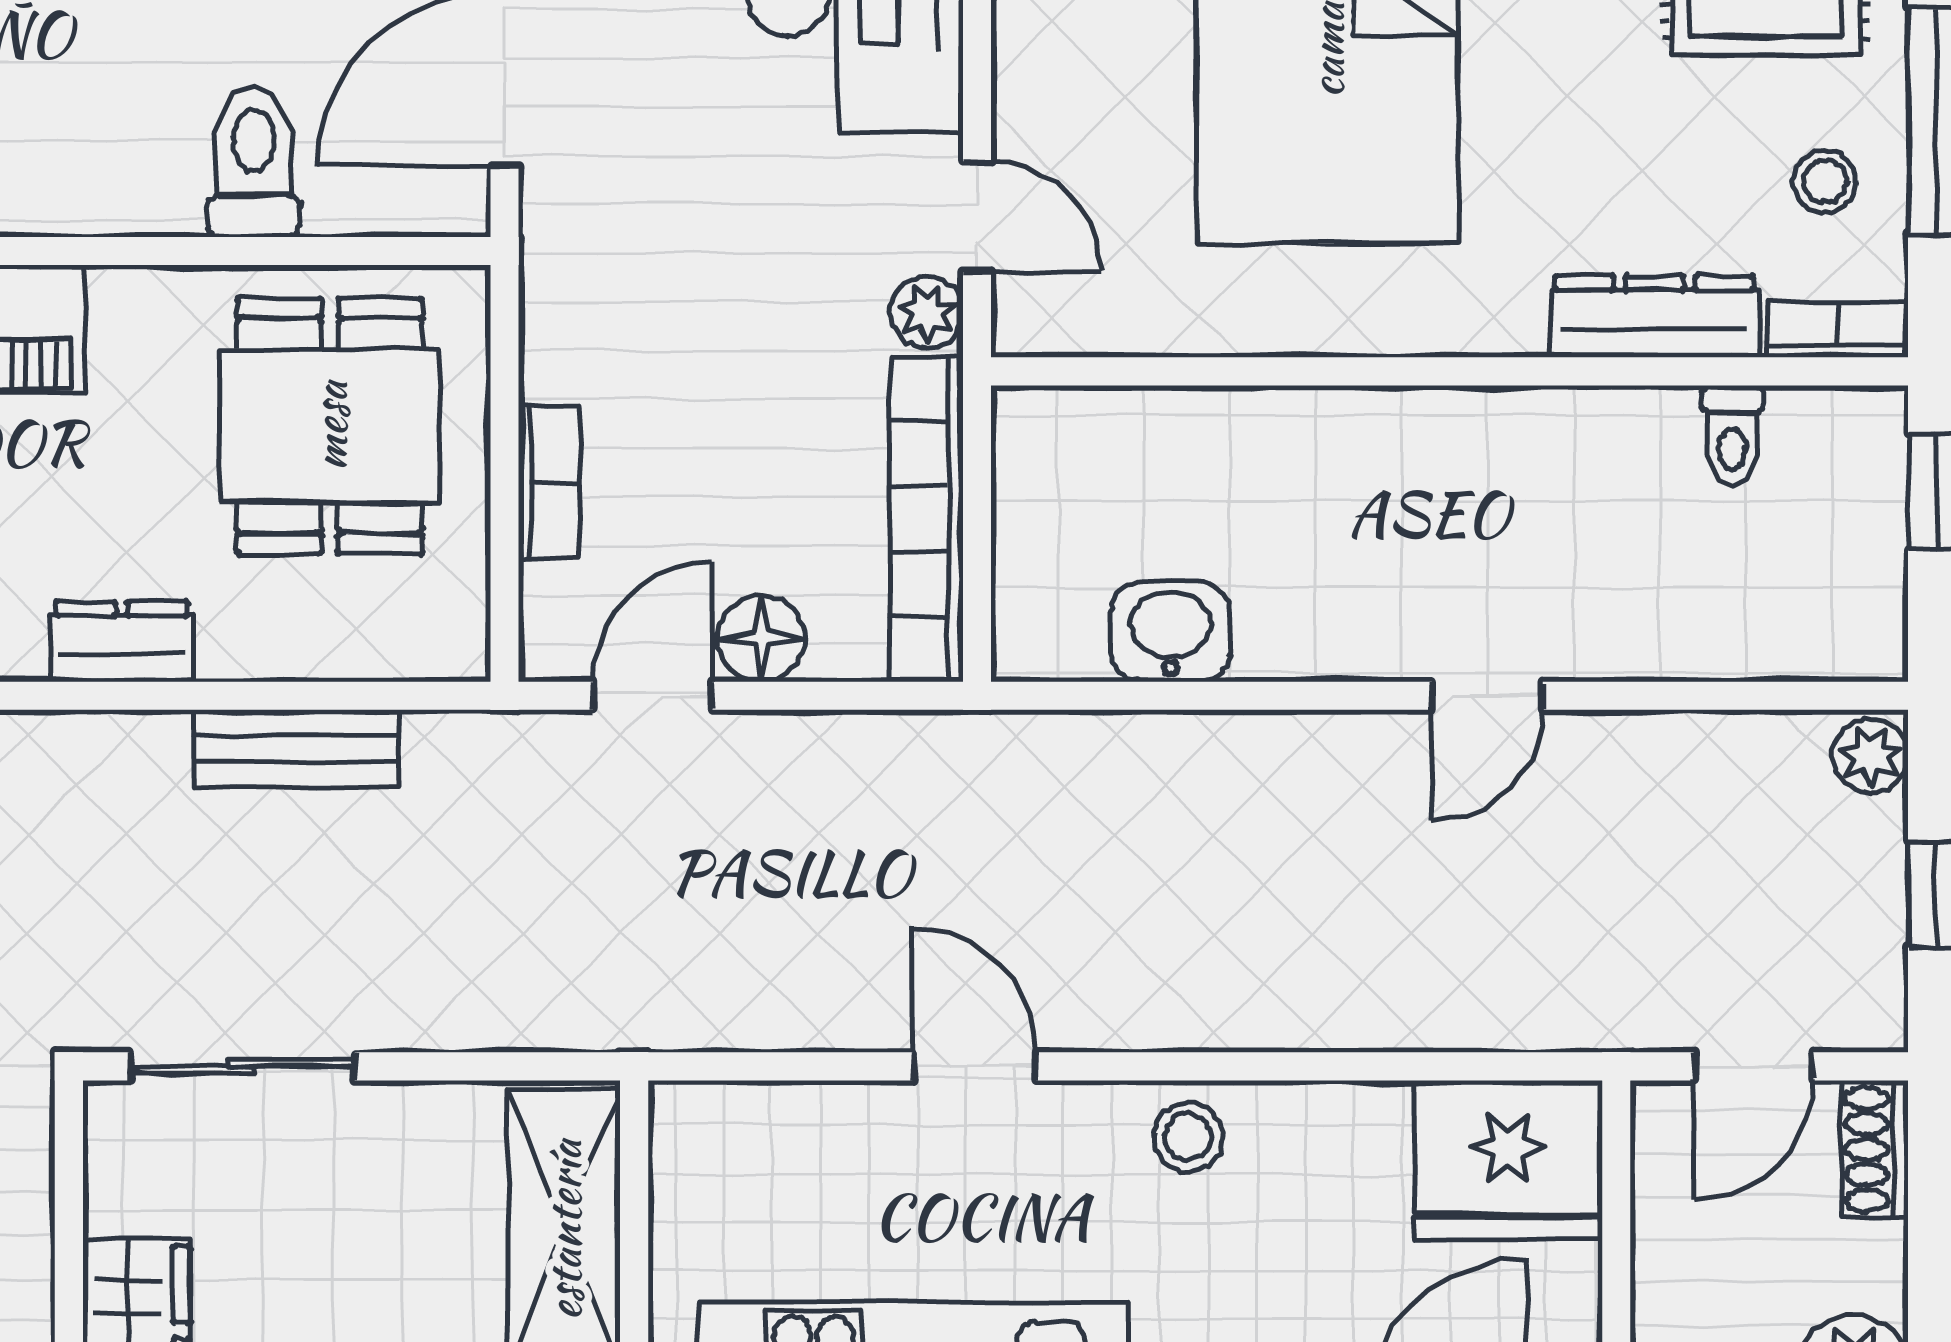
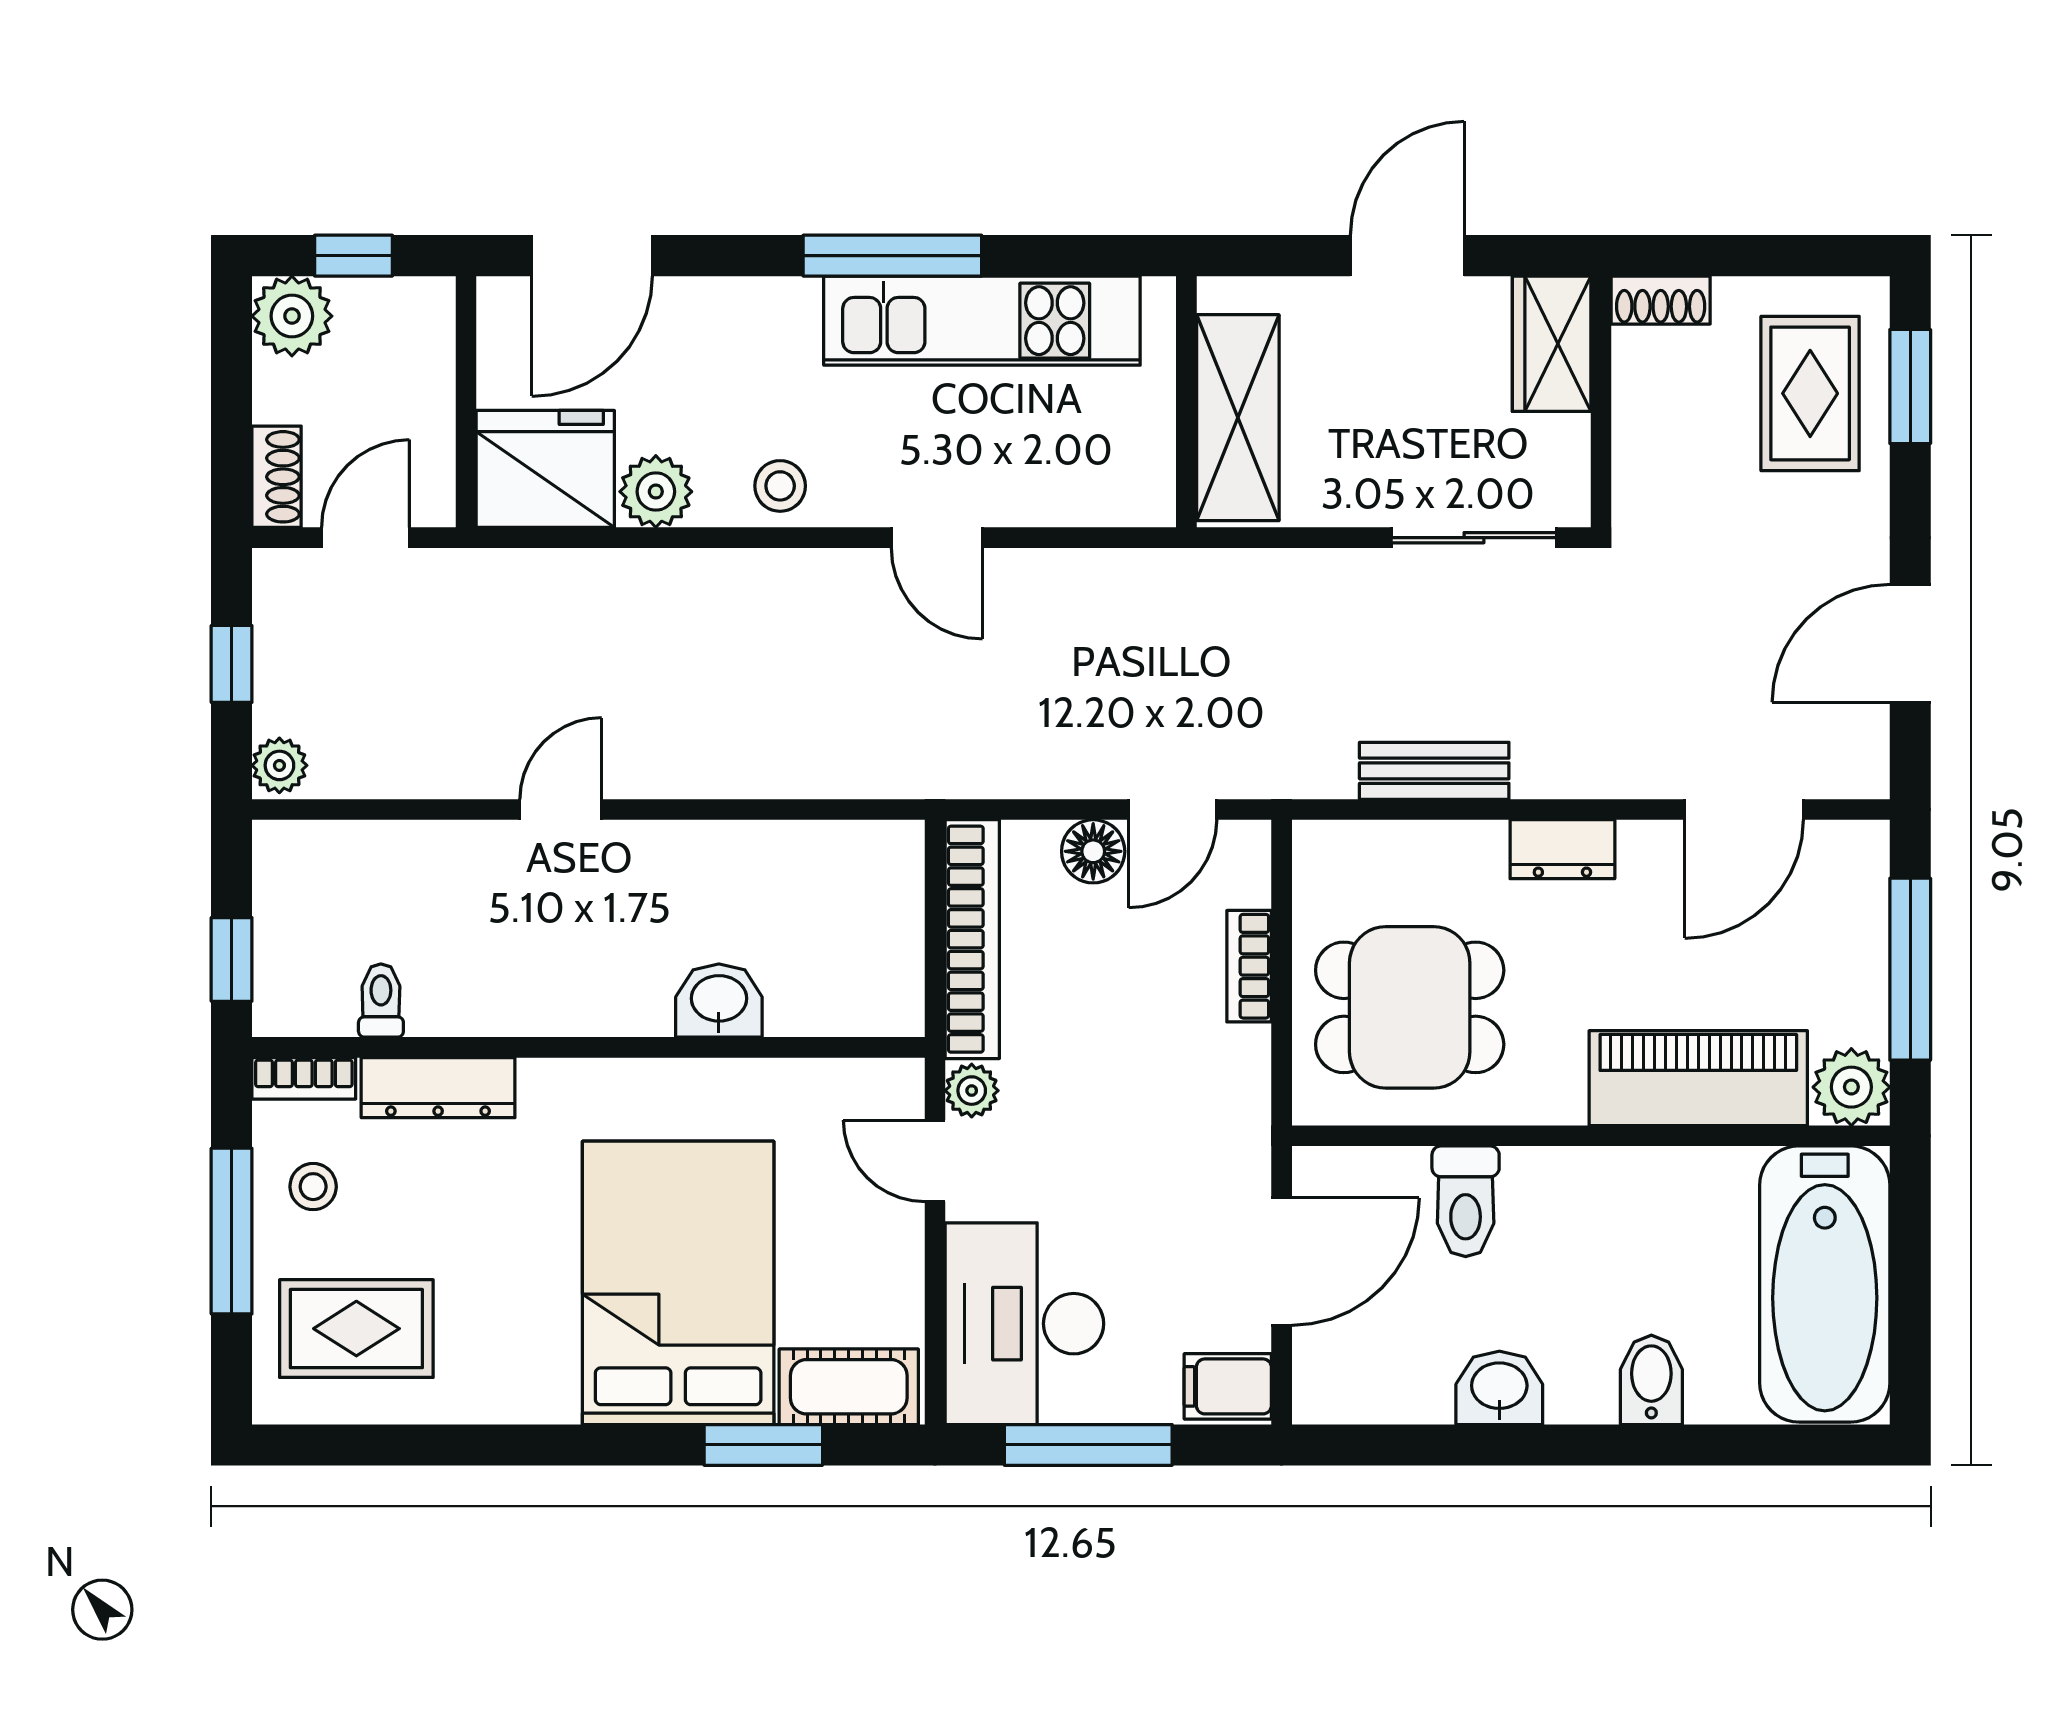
dining table: (330, 426) -> (1410, 1007), turned 90
washbasin: (1170, 632) -> (719, 1001), moved, turned 180
plant: (1358, 1129) -> (656, 492), added

